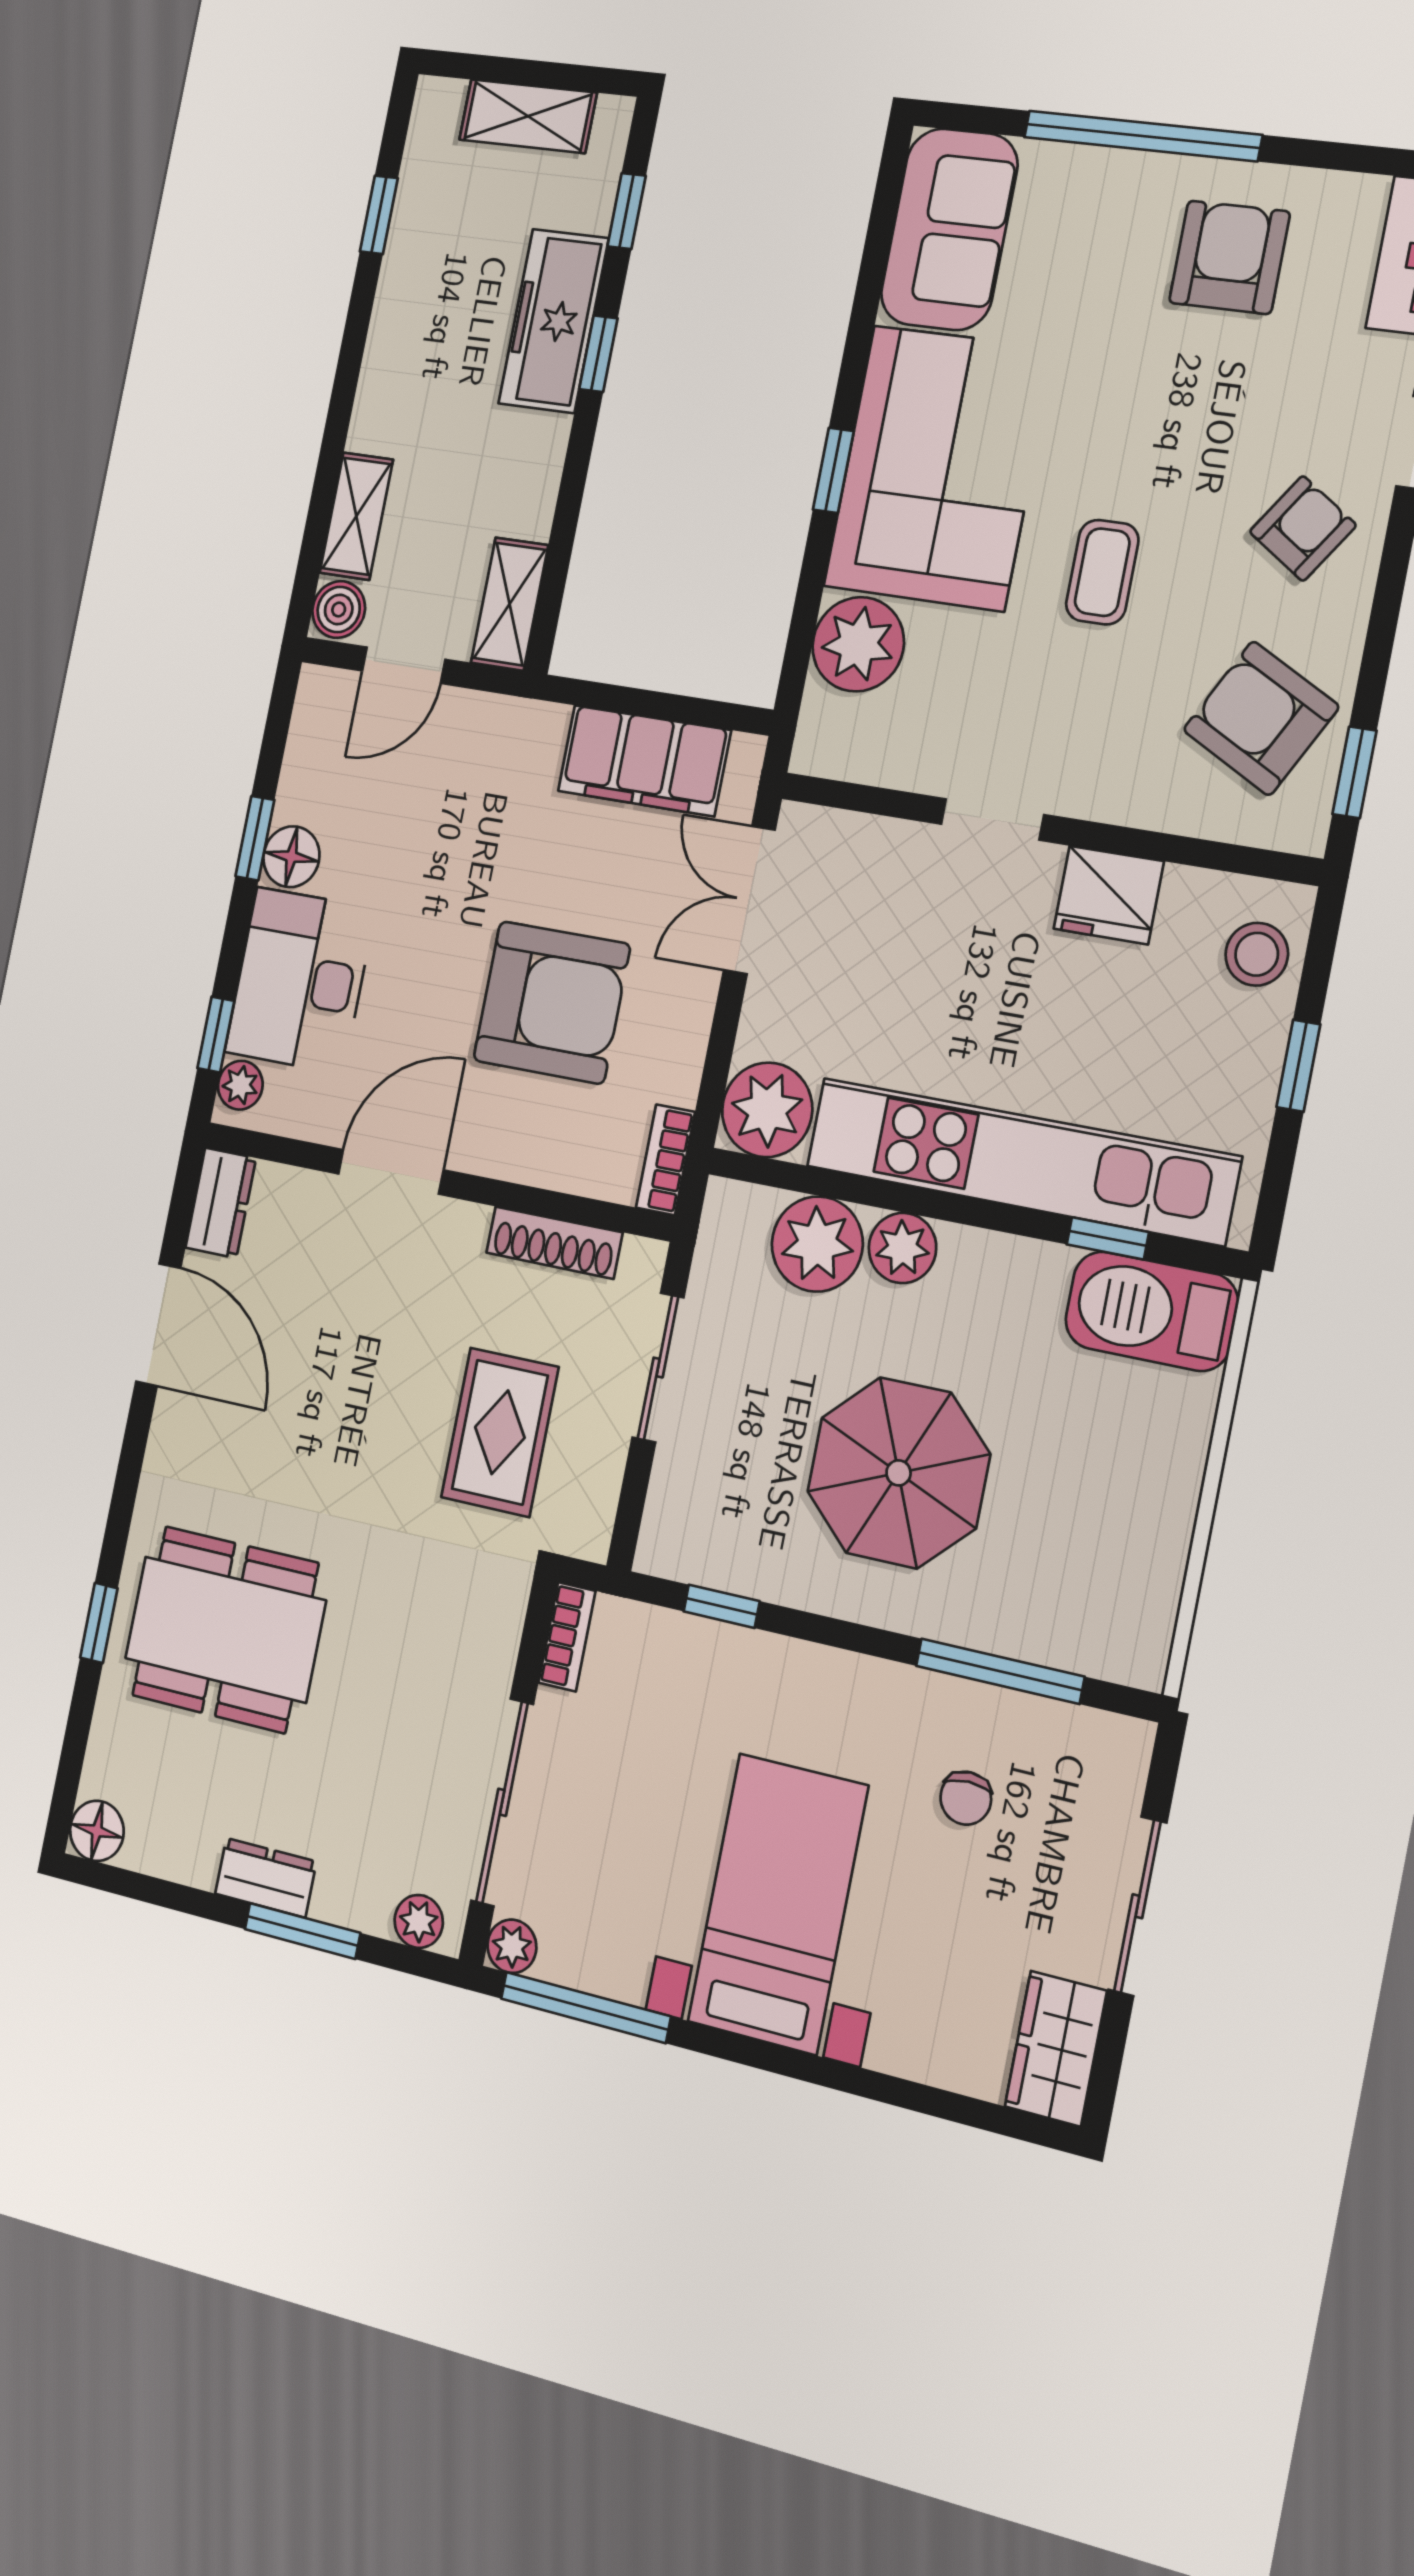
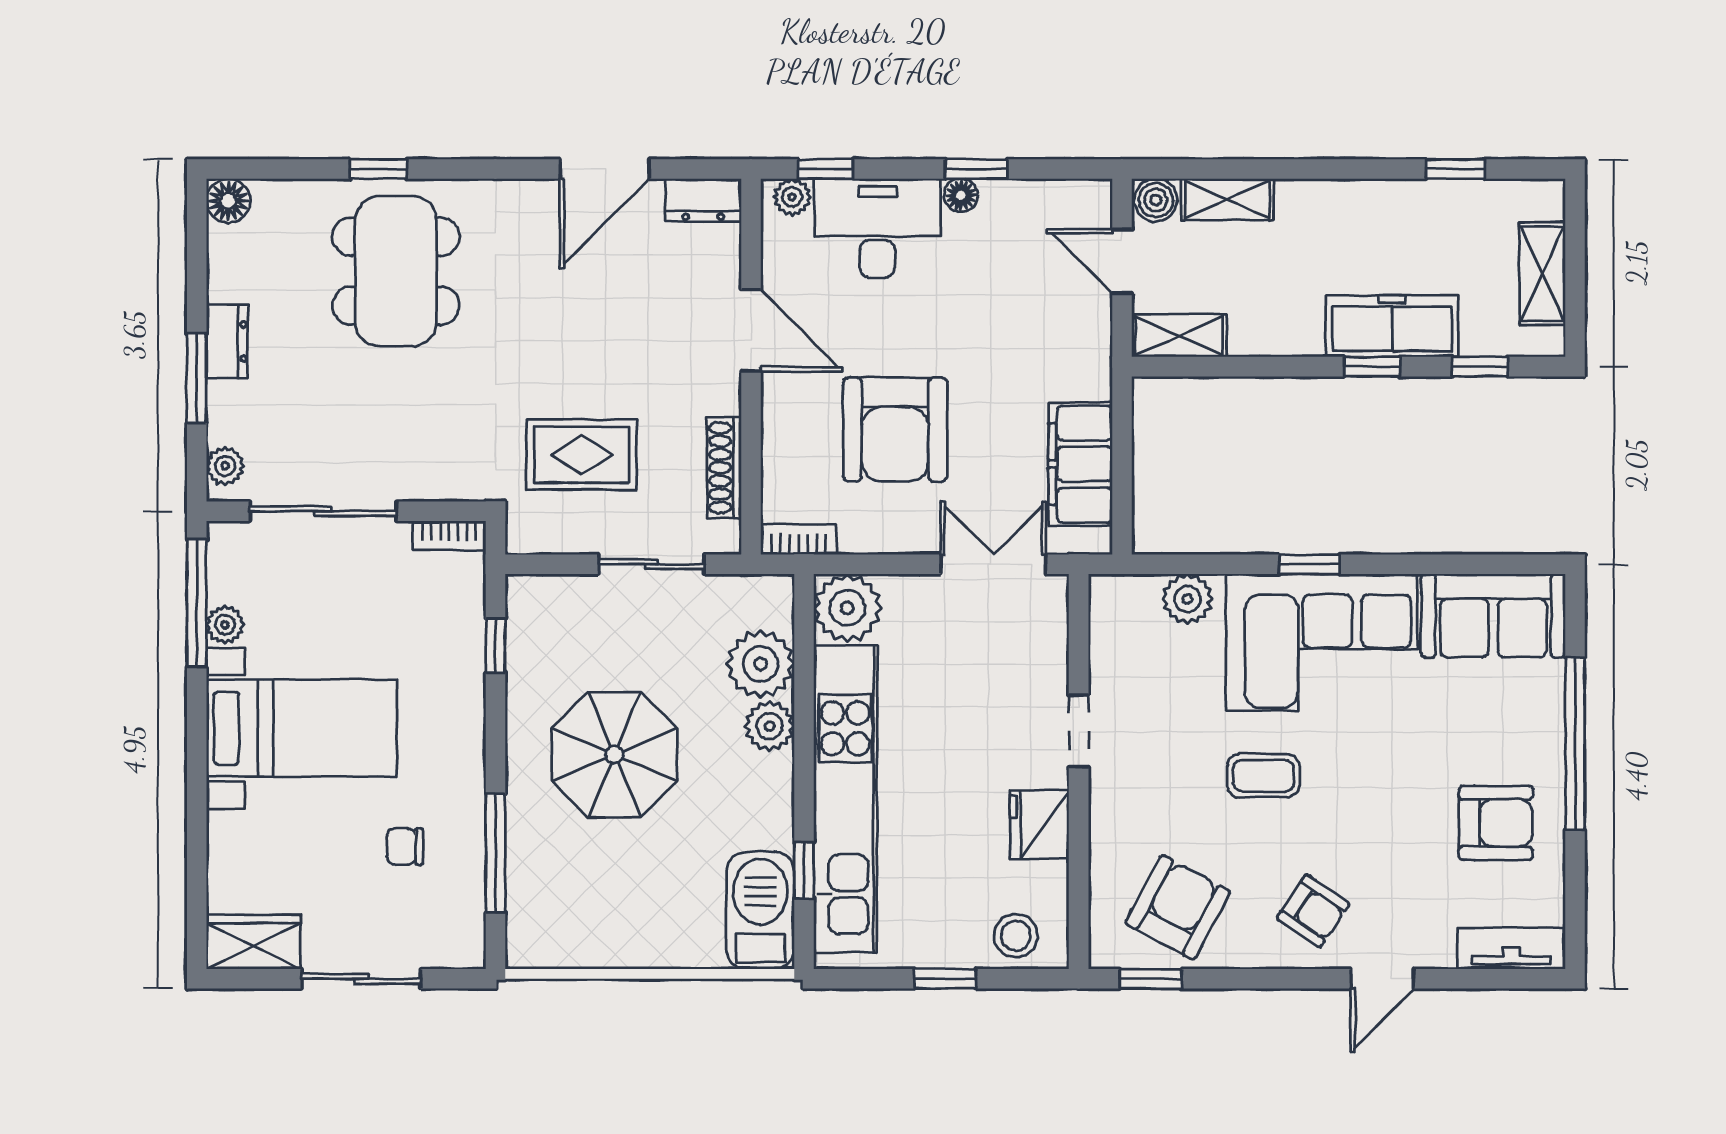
plant: (858, 644) -> (1187, 599), width x0.73, depth x0.73
floor lamp: (291, 857) -> (961, 195), width x0.73, depth x0.73
plant: (512, 1946) -> (225, 625), moved

